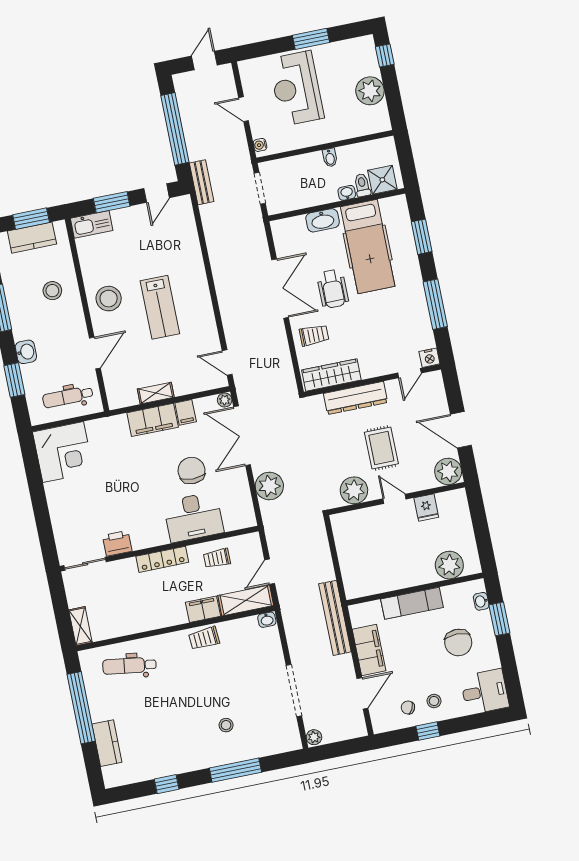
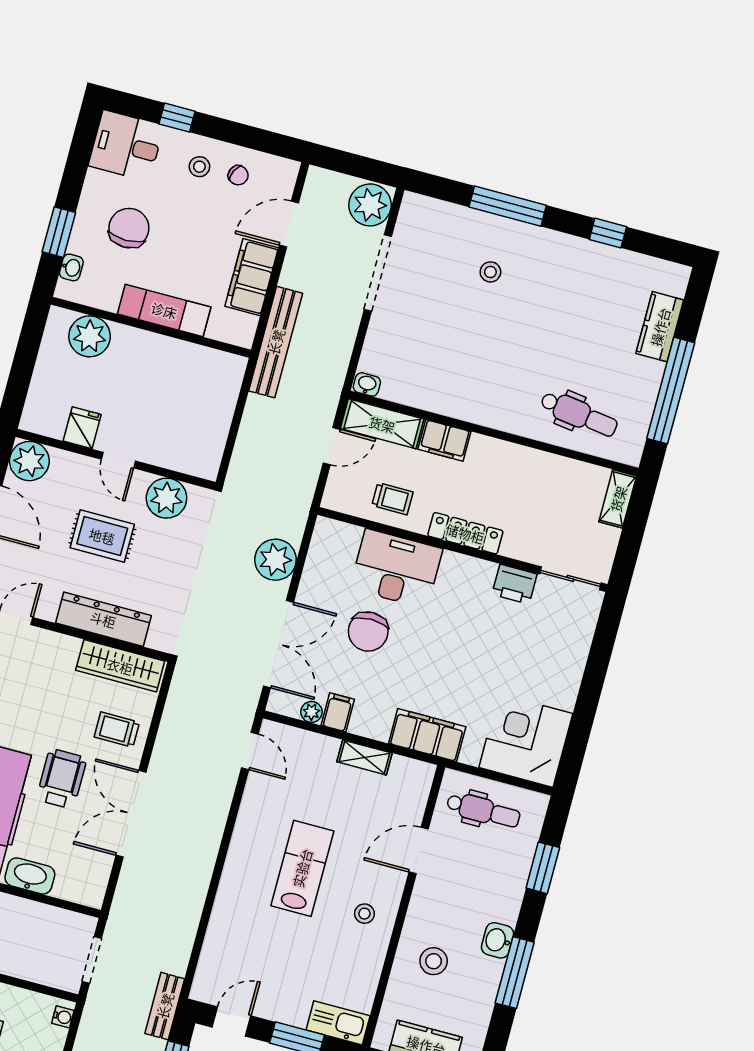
stool: (109, 299) -> (364, 914), width x0.53, depth x0.53
washbasin: (26, 352) -> (498, 940), moved
plant: (225, 400) -> (311, 712), moved
filing cabinet: (153, 420) -> (427, 735), moved
rug: (381, 448) -> (102, 536), turned 90
trolley: (204, 638) -> (462, 401), removed
window: (428, 731) -> (177, 118), moved
plant: (314, 737) -> (370, 205), width x1.88, depth x1.88

